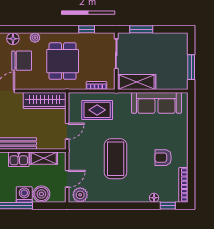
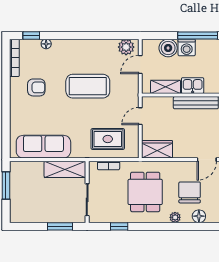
chair: (22, 61) -> (190, 192), turned 90
wardrobe: (45, 100) -> (157, 149), width x0.67
coffee table: (116, 159) -> (88, 86), turned 90

